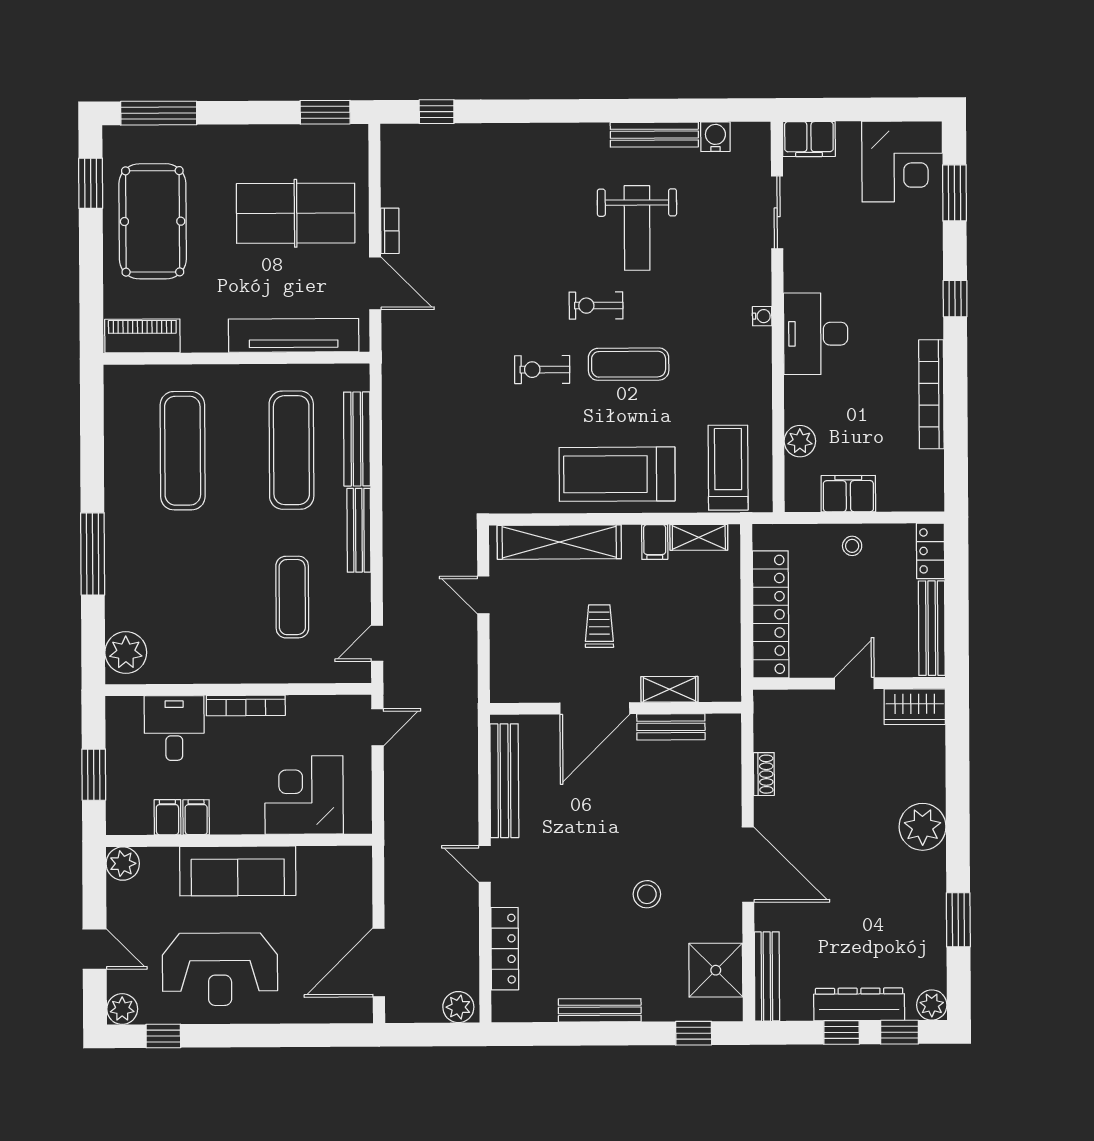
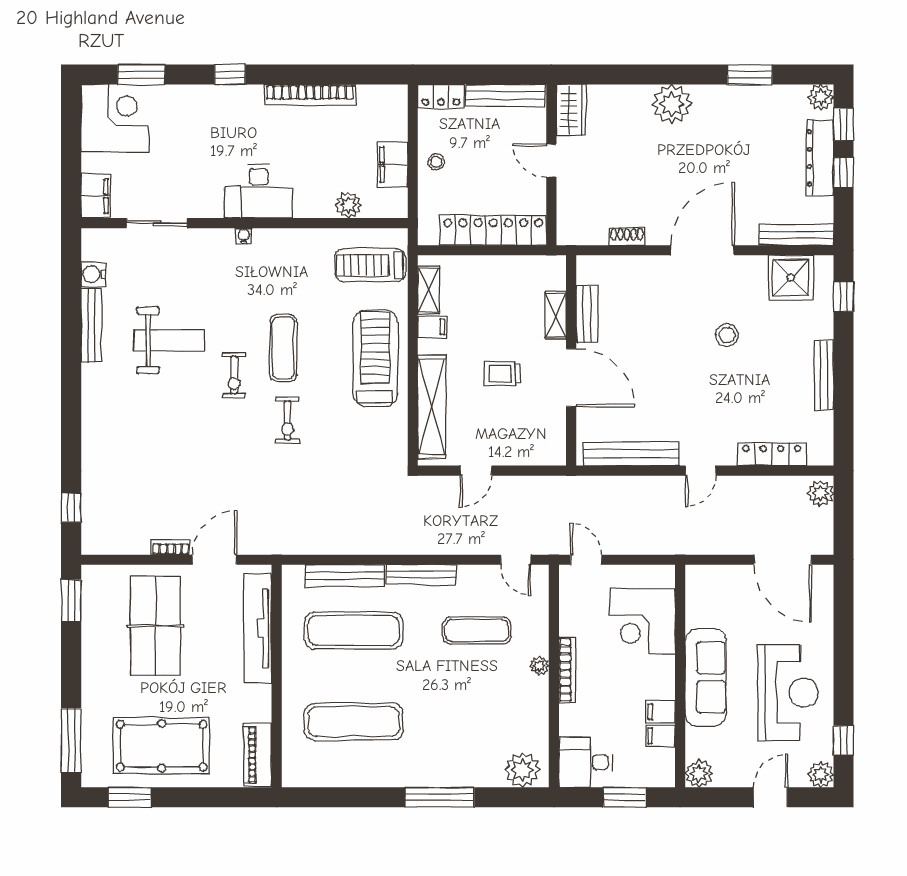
treadmill: (617, 474) -> (375, 358), turned 180
plant: (250, 672) -> (539, 666), added
desk: (174, 728) -> (586, 762), moved

